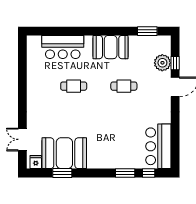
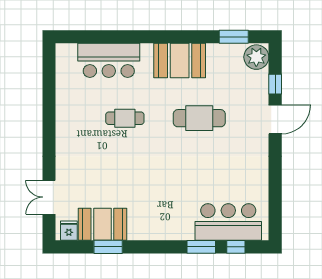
plant: (162, 63) -> (256, 57), moved
cafe table: (124, 86) -> (199, 118), width x1.37, depth x1.35
bar counter: (158, 146) -> (228, 222), moved, turned 90
booth: (64, 153) -> (102, 224), width x0.73, depth x0.70

